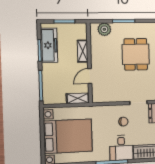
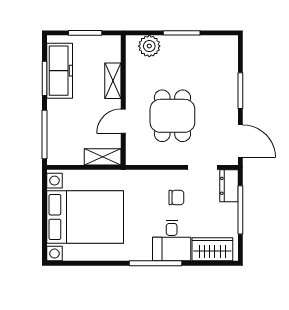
dining table: (136, 54) -> (172, 116), moved

